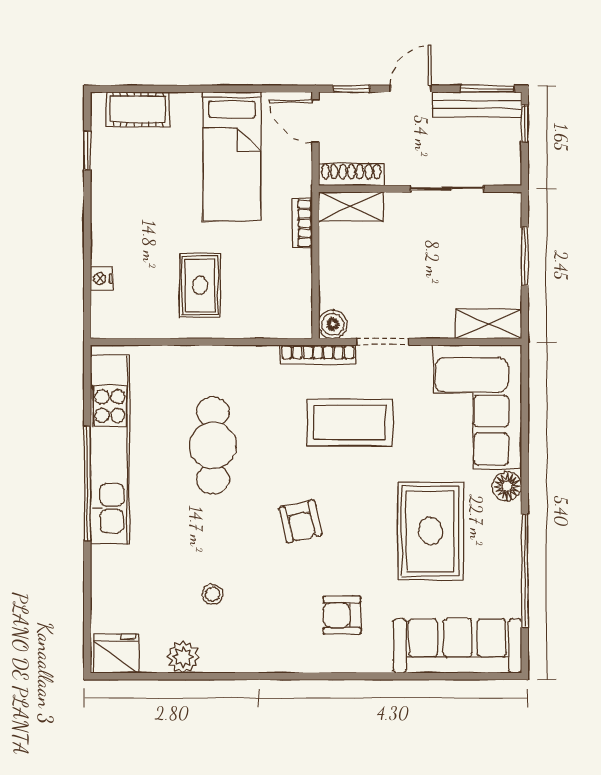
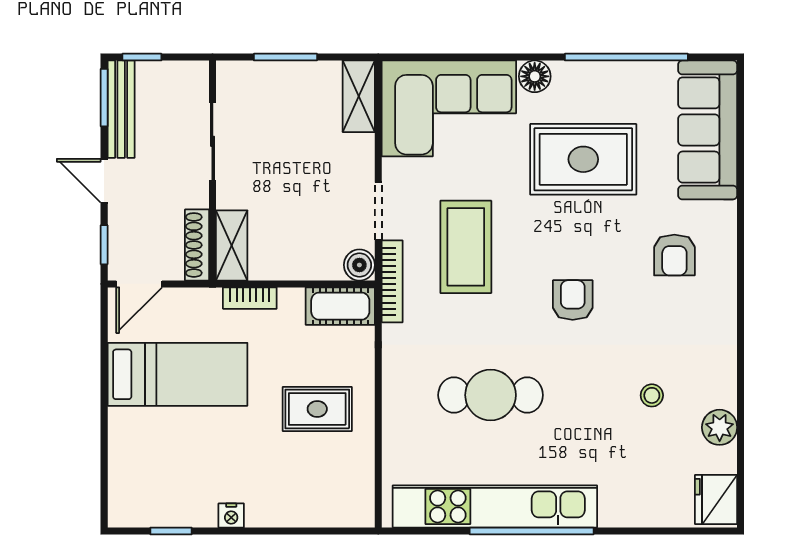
cot: (138, 109) -> (340, 306), moved, turned 90
nightstand: (102, 278) -> (231, 516), moved
armchair: (301, 521) -> (573, 300), turned -77

